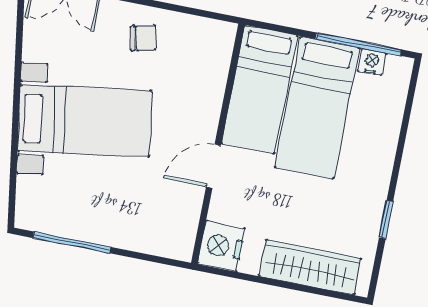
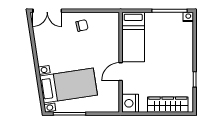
nightstand: (372, 62) -> (188, 17), moved
bed: (317, 107) -> (158, 40), removed
bed with nightstands: (85, 121) -> (68, 86), moved

